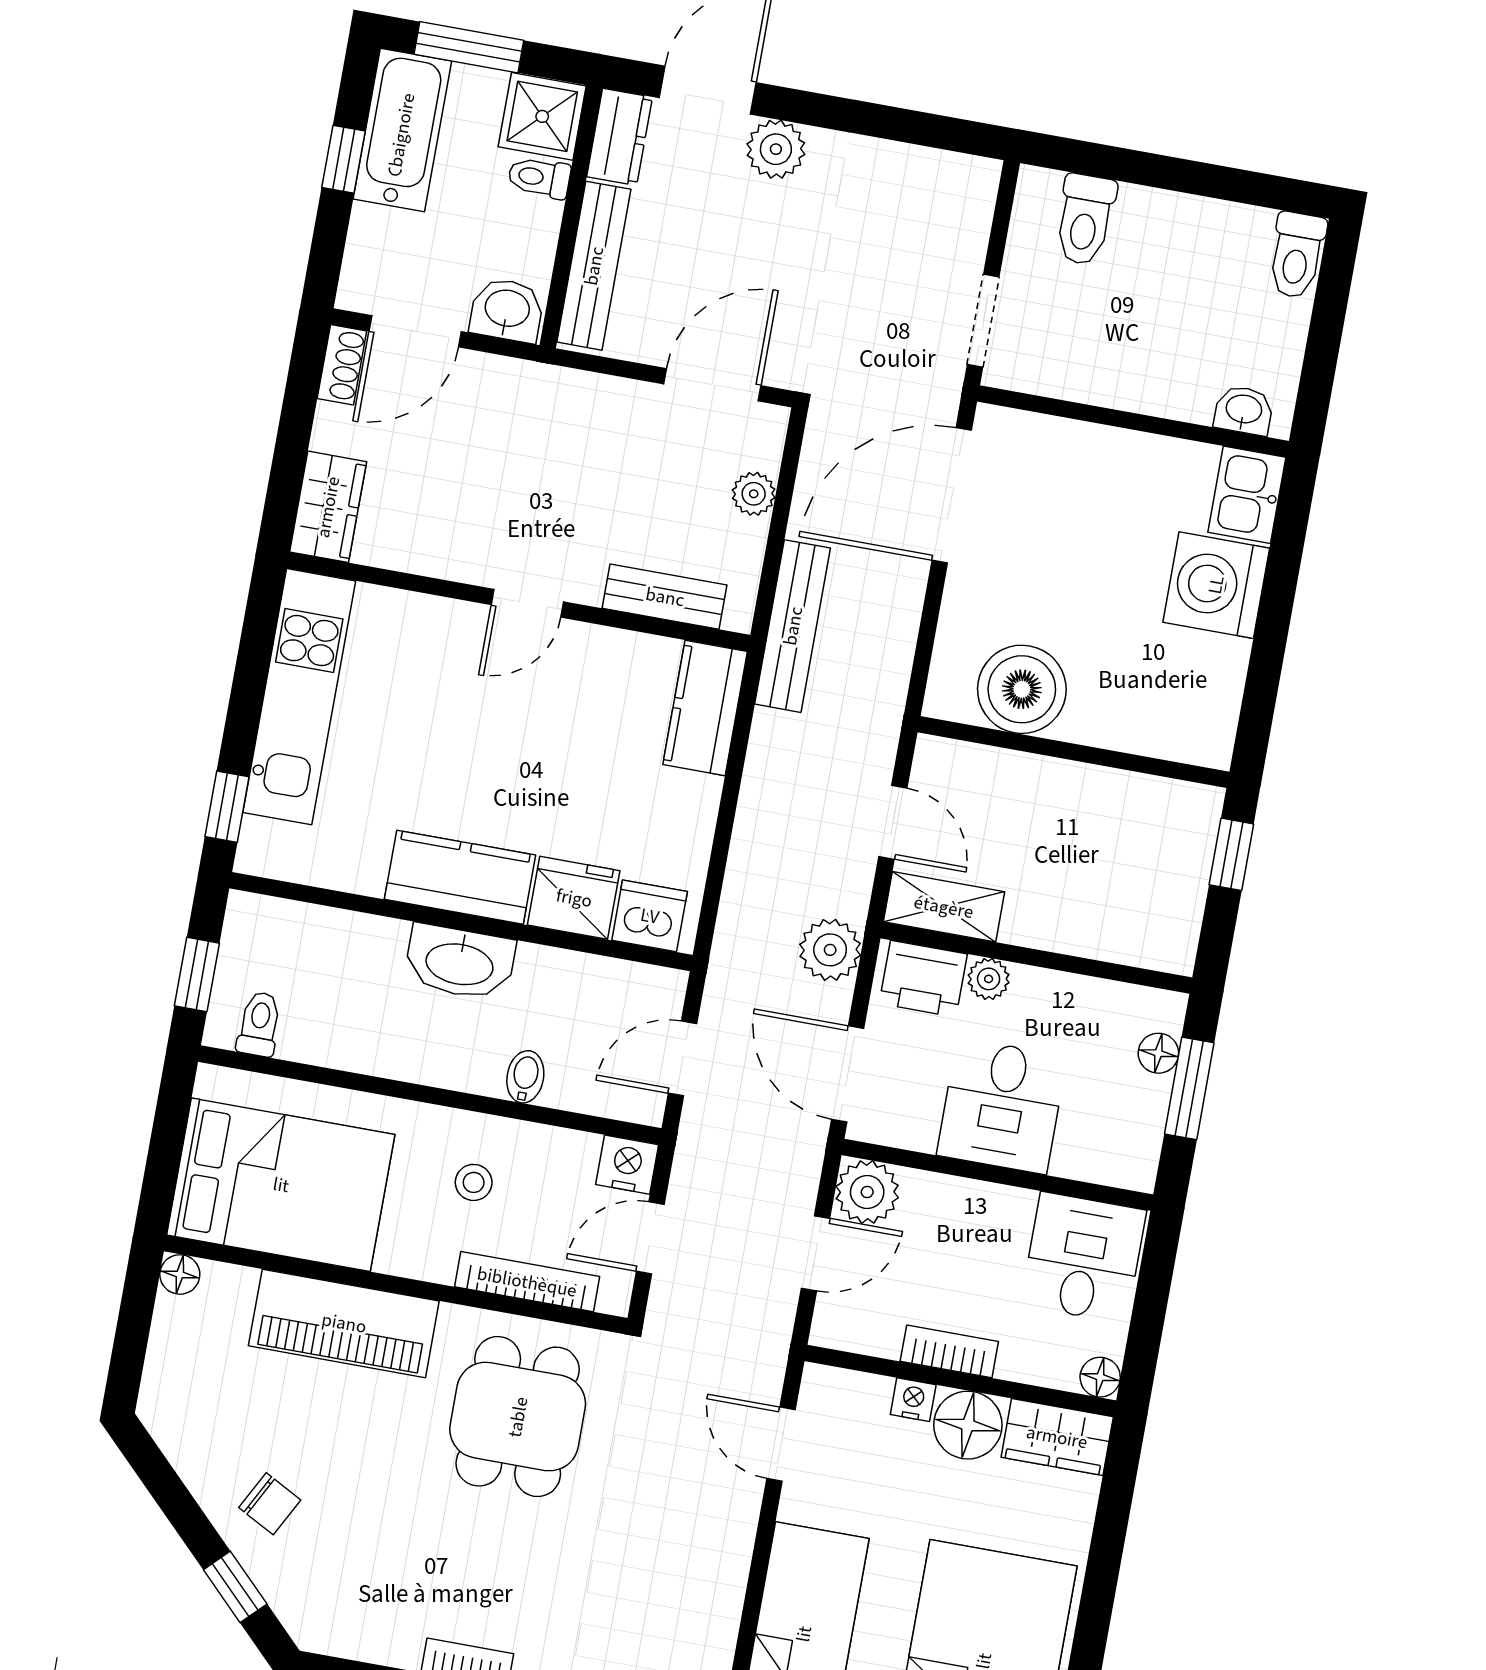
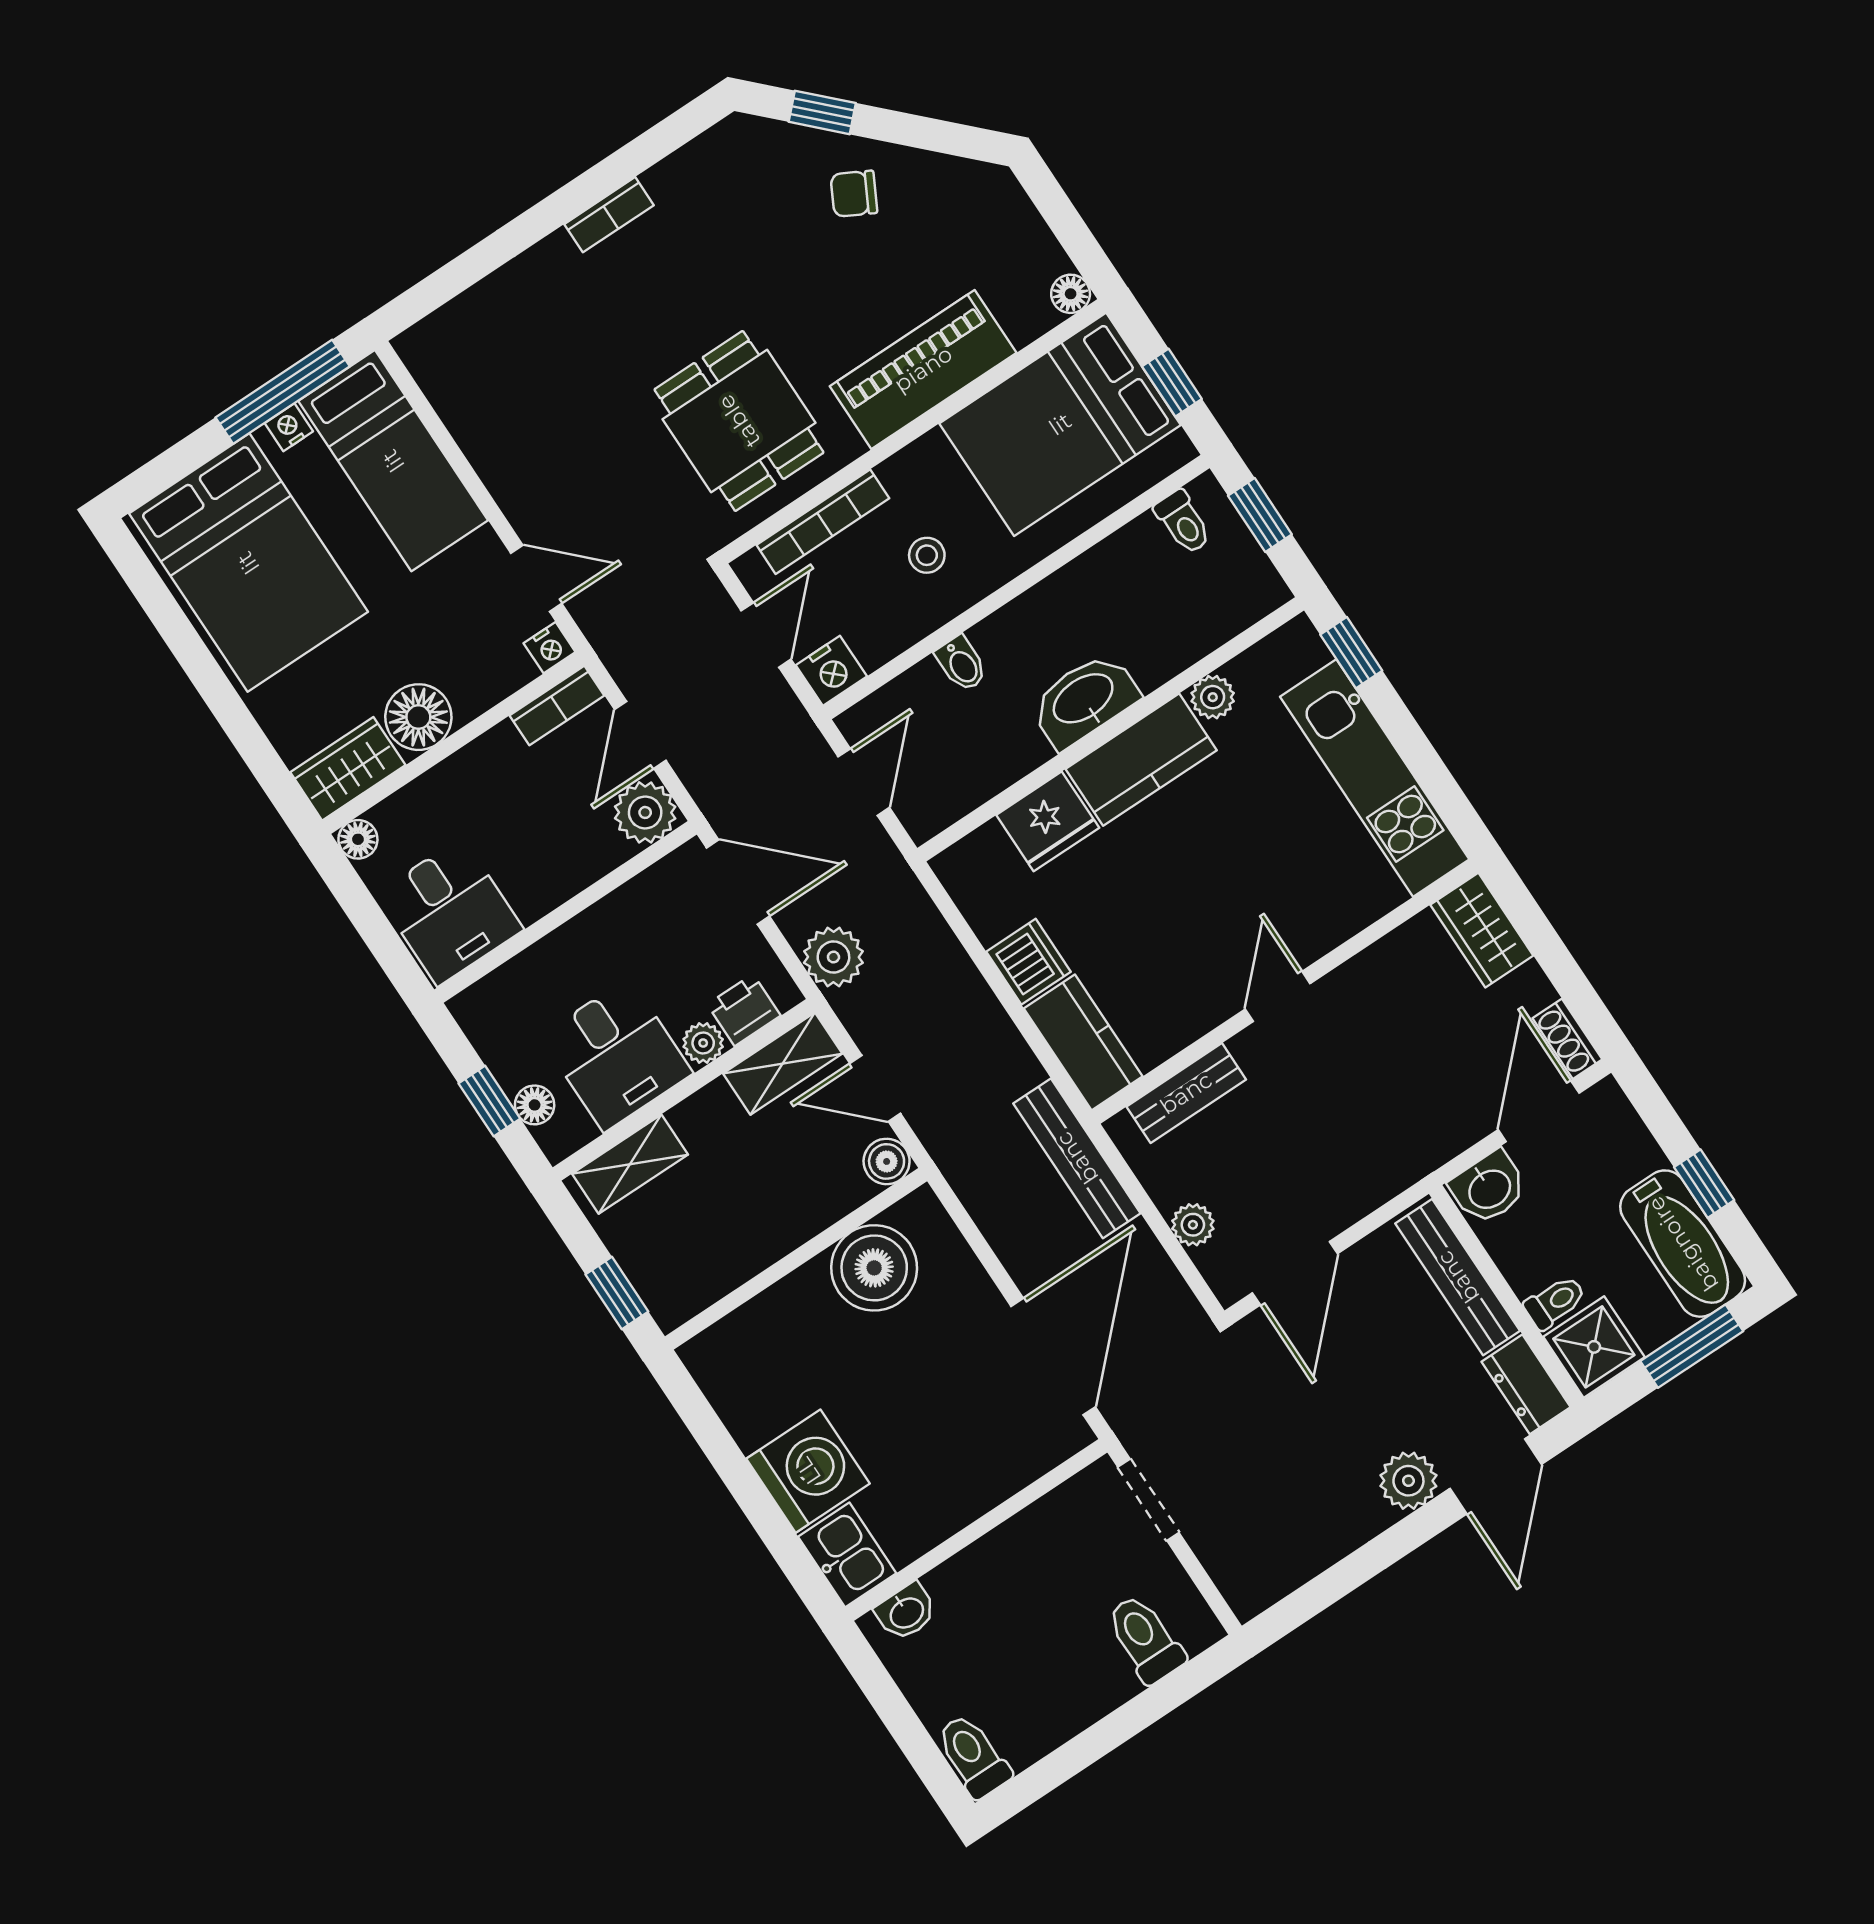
boiler: (937, 760) -> (887, 1161), added
plant: (362, 873) -> (1213, 697), added
dishwasher: (650, 916) -> (1029, 962), moved, turned -90
shelving: (1130, 941) -> (630, 1164), added
printer: (923, 979) -> (744, 1010), width x0.73, depth x0.81
window: (1189, 1088) -> (489, 1101), width x0.67
desk: (1002, 1106) -> (616, 1055), moved, turned 180
window: (168, 1136) -> (1172, 383), added
bookcase: (949, 1351) -> (557, 705), moved
nightstand: (913, 1400) -> (550, 648), moved

